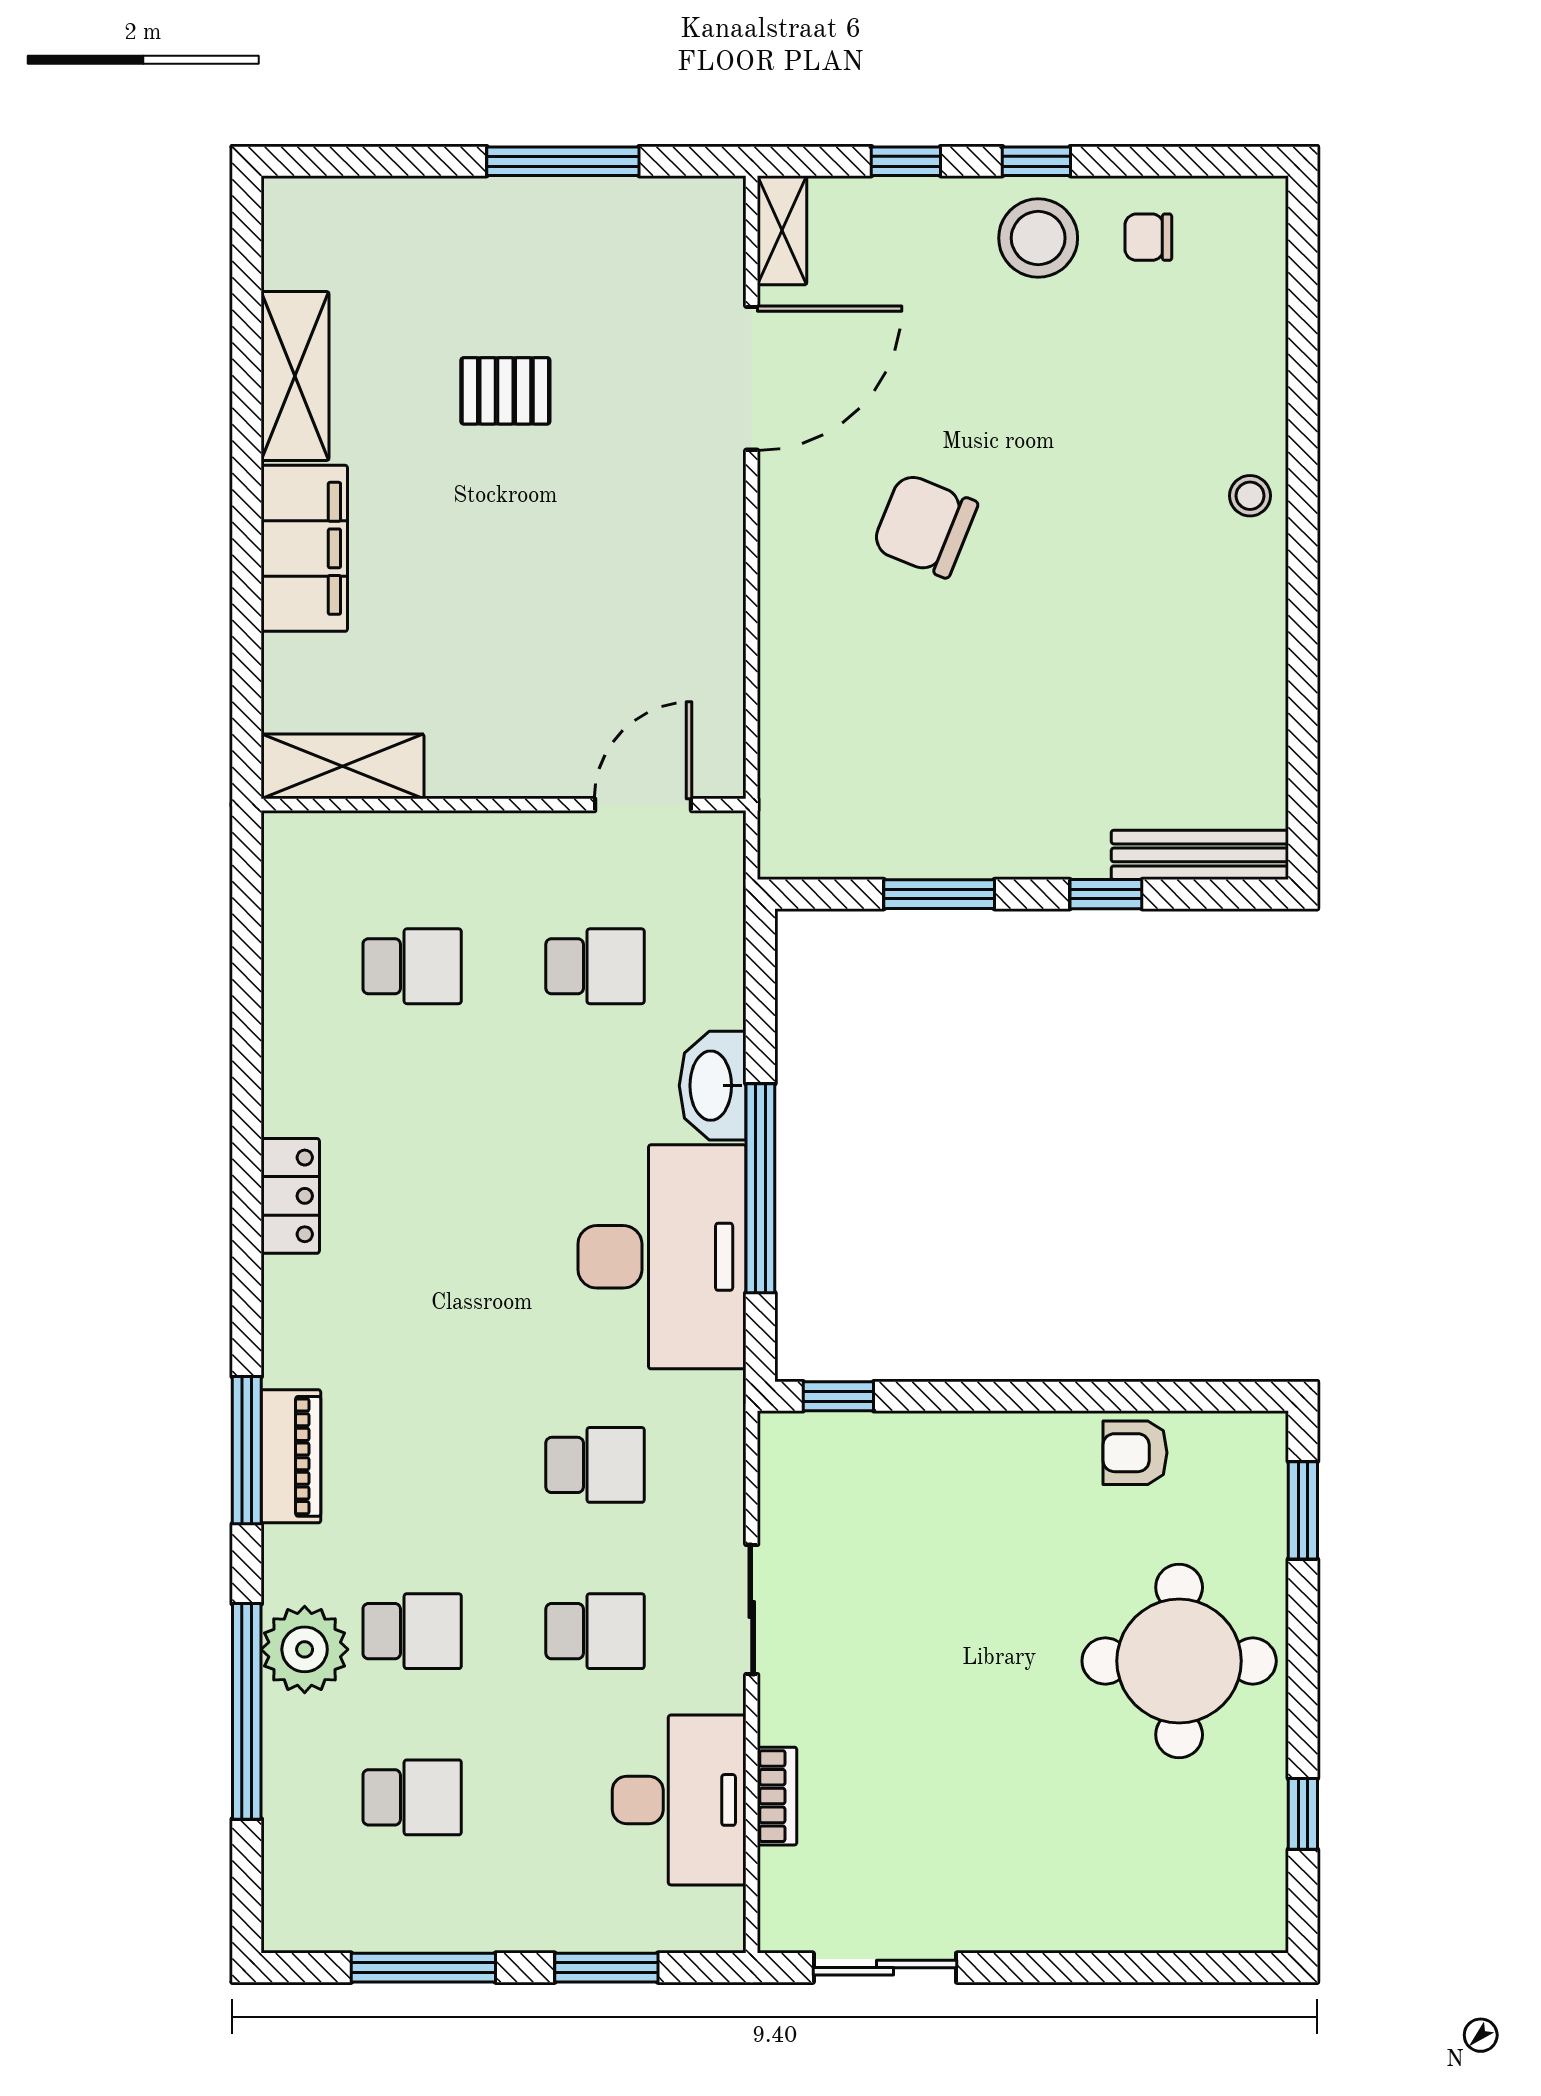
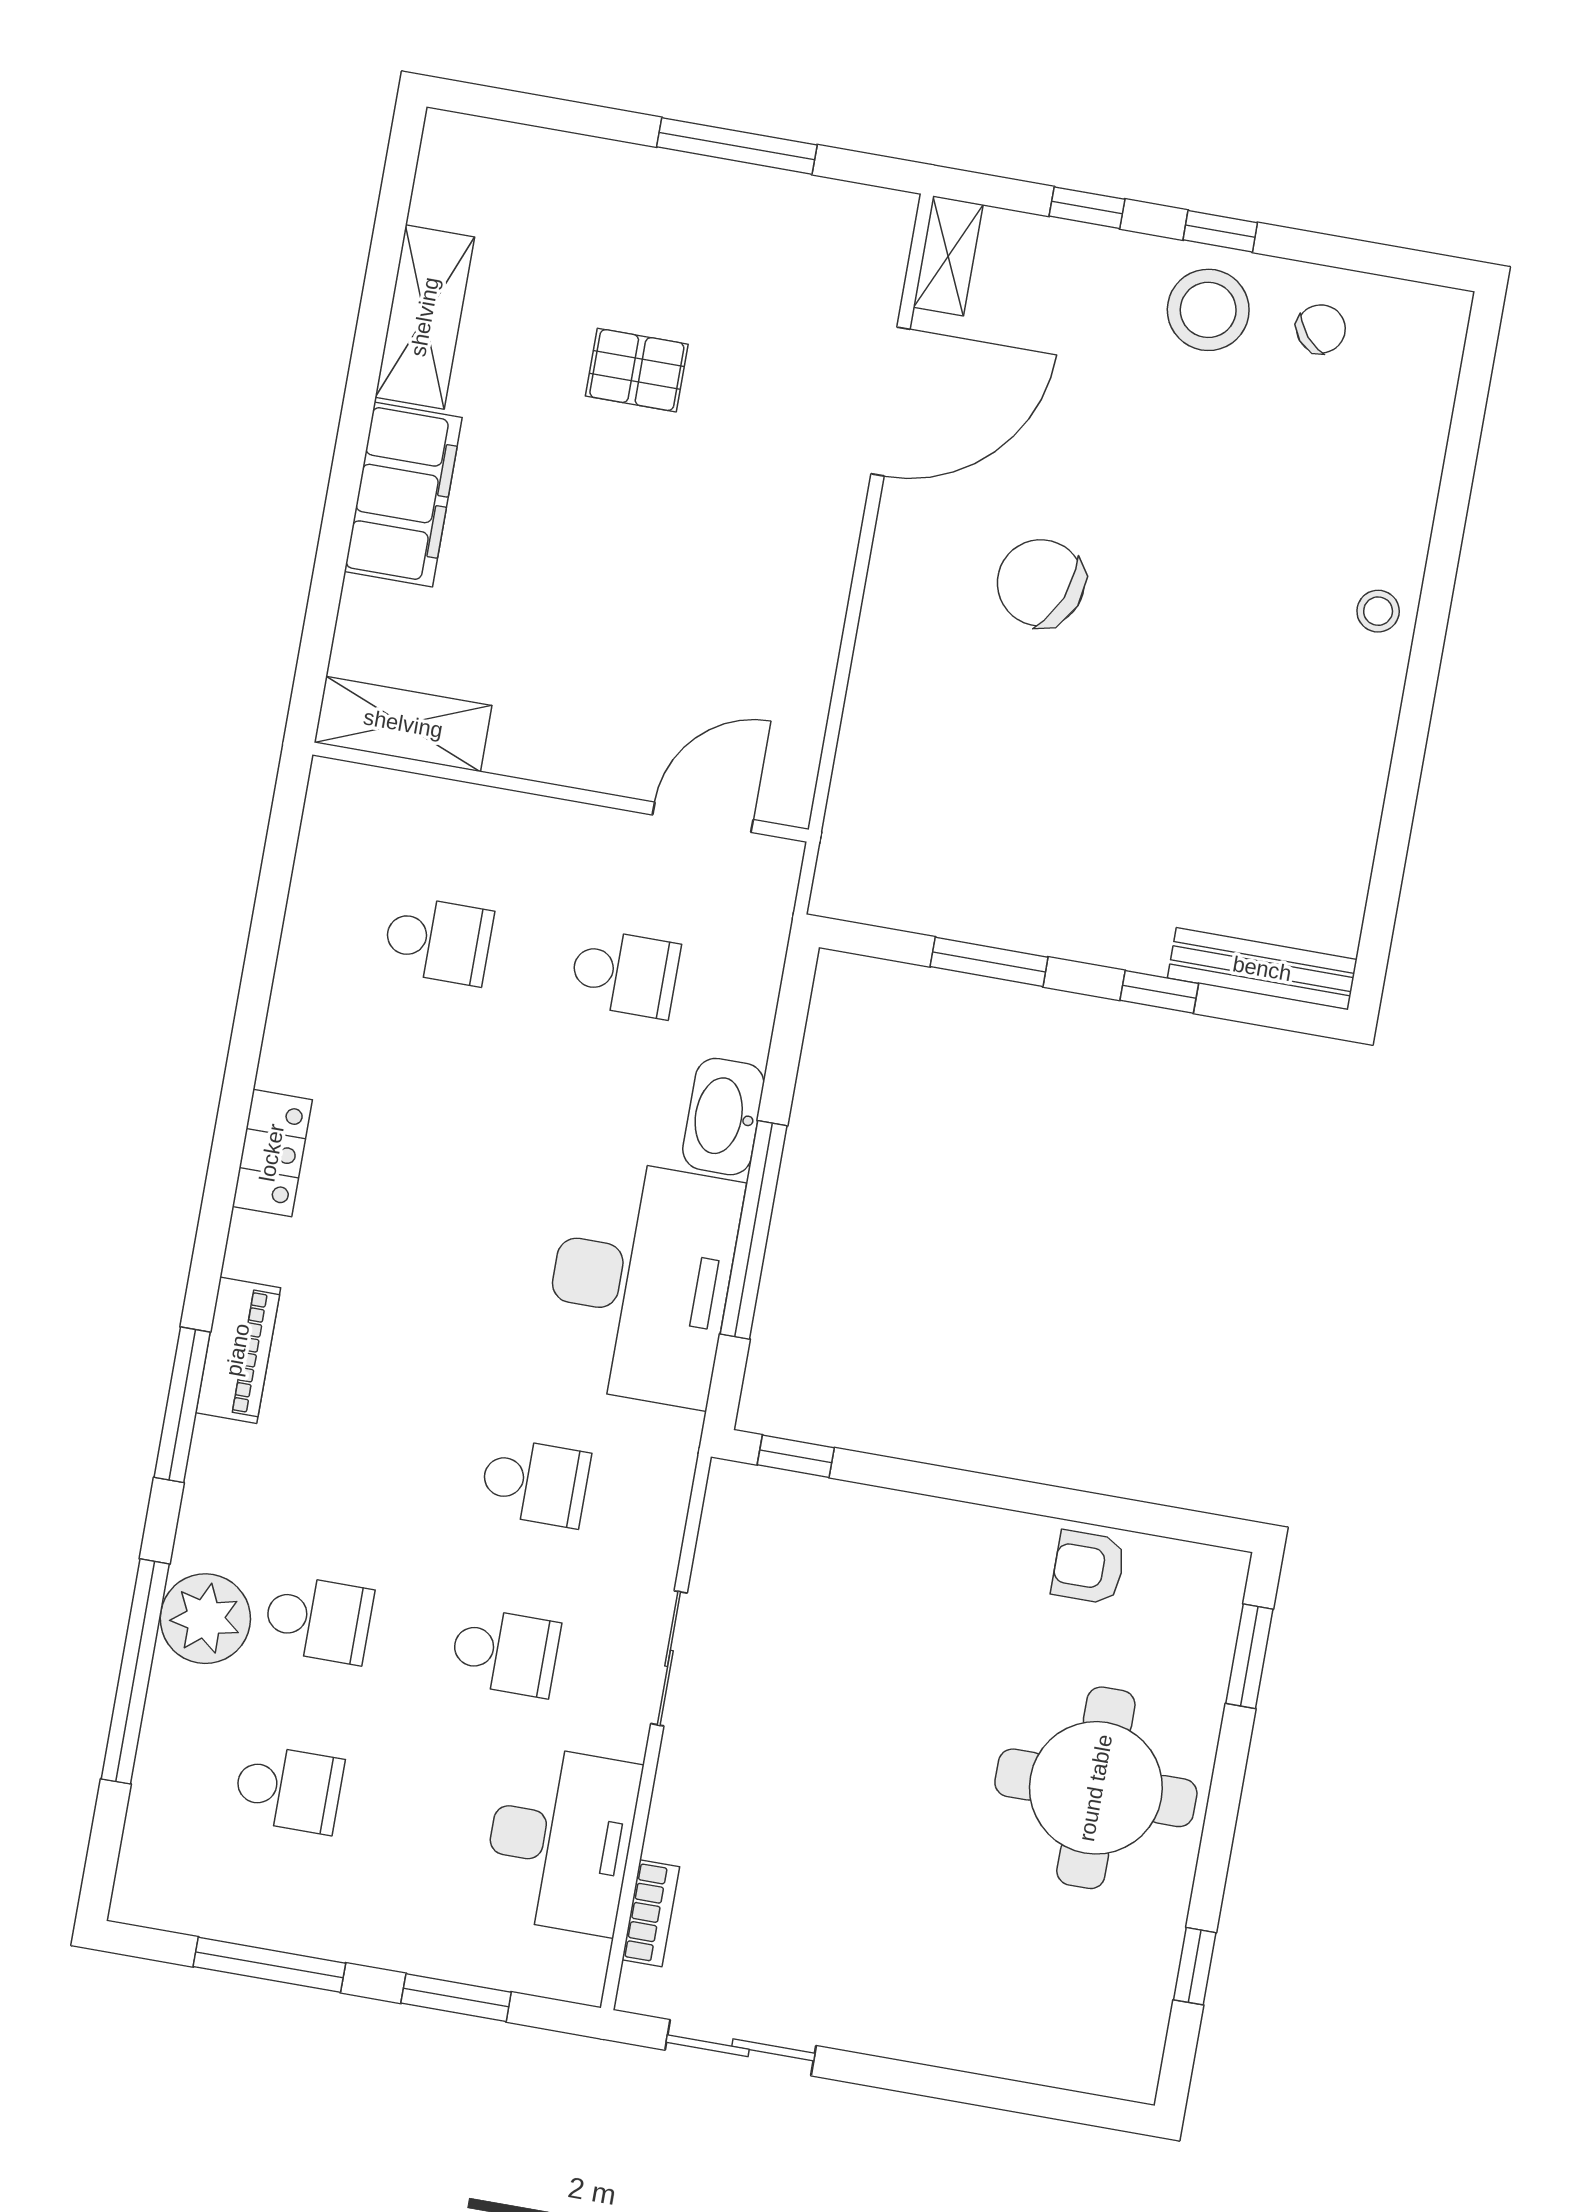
chair: (1148, 237) -> (1321, 329), turned 140
piano: (291, 1456) -> (238, 1350), moved
bookcase: (777, 1796) -> (651, 1913), moved

